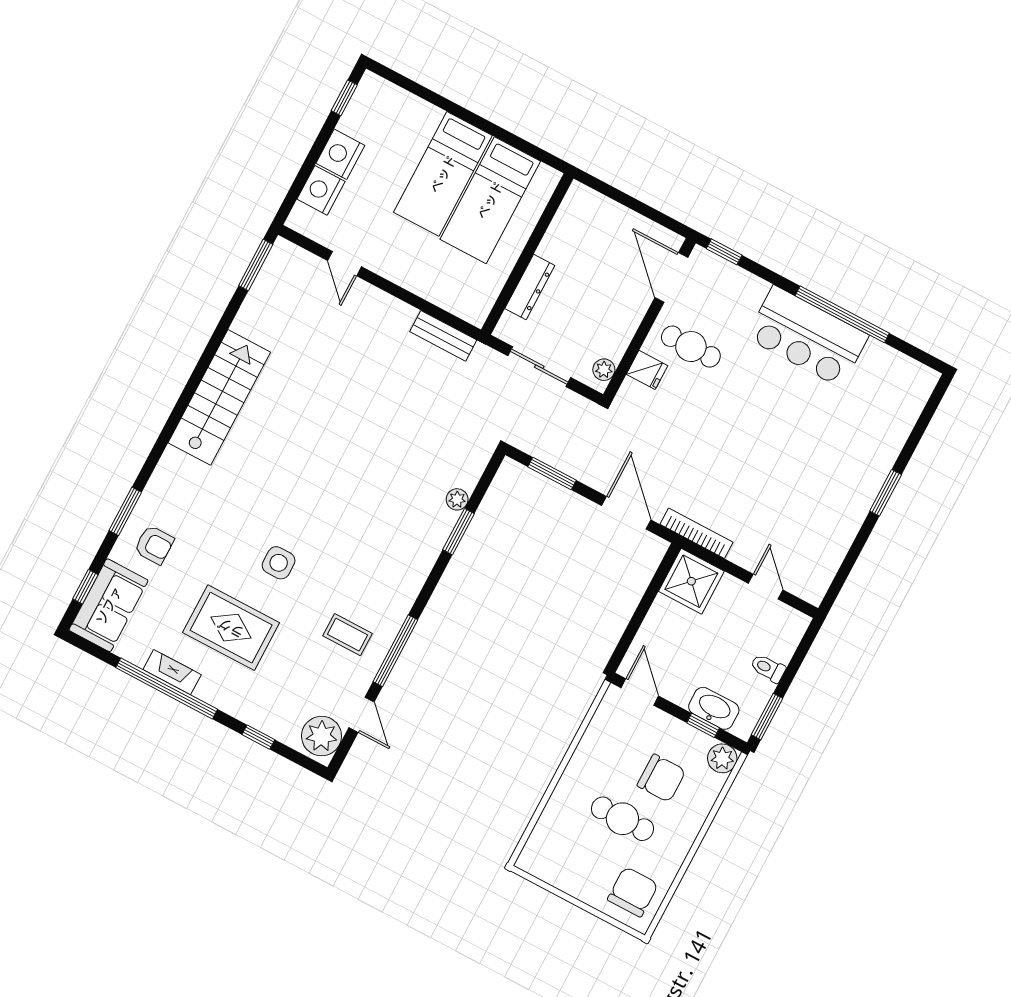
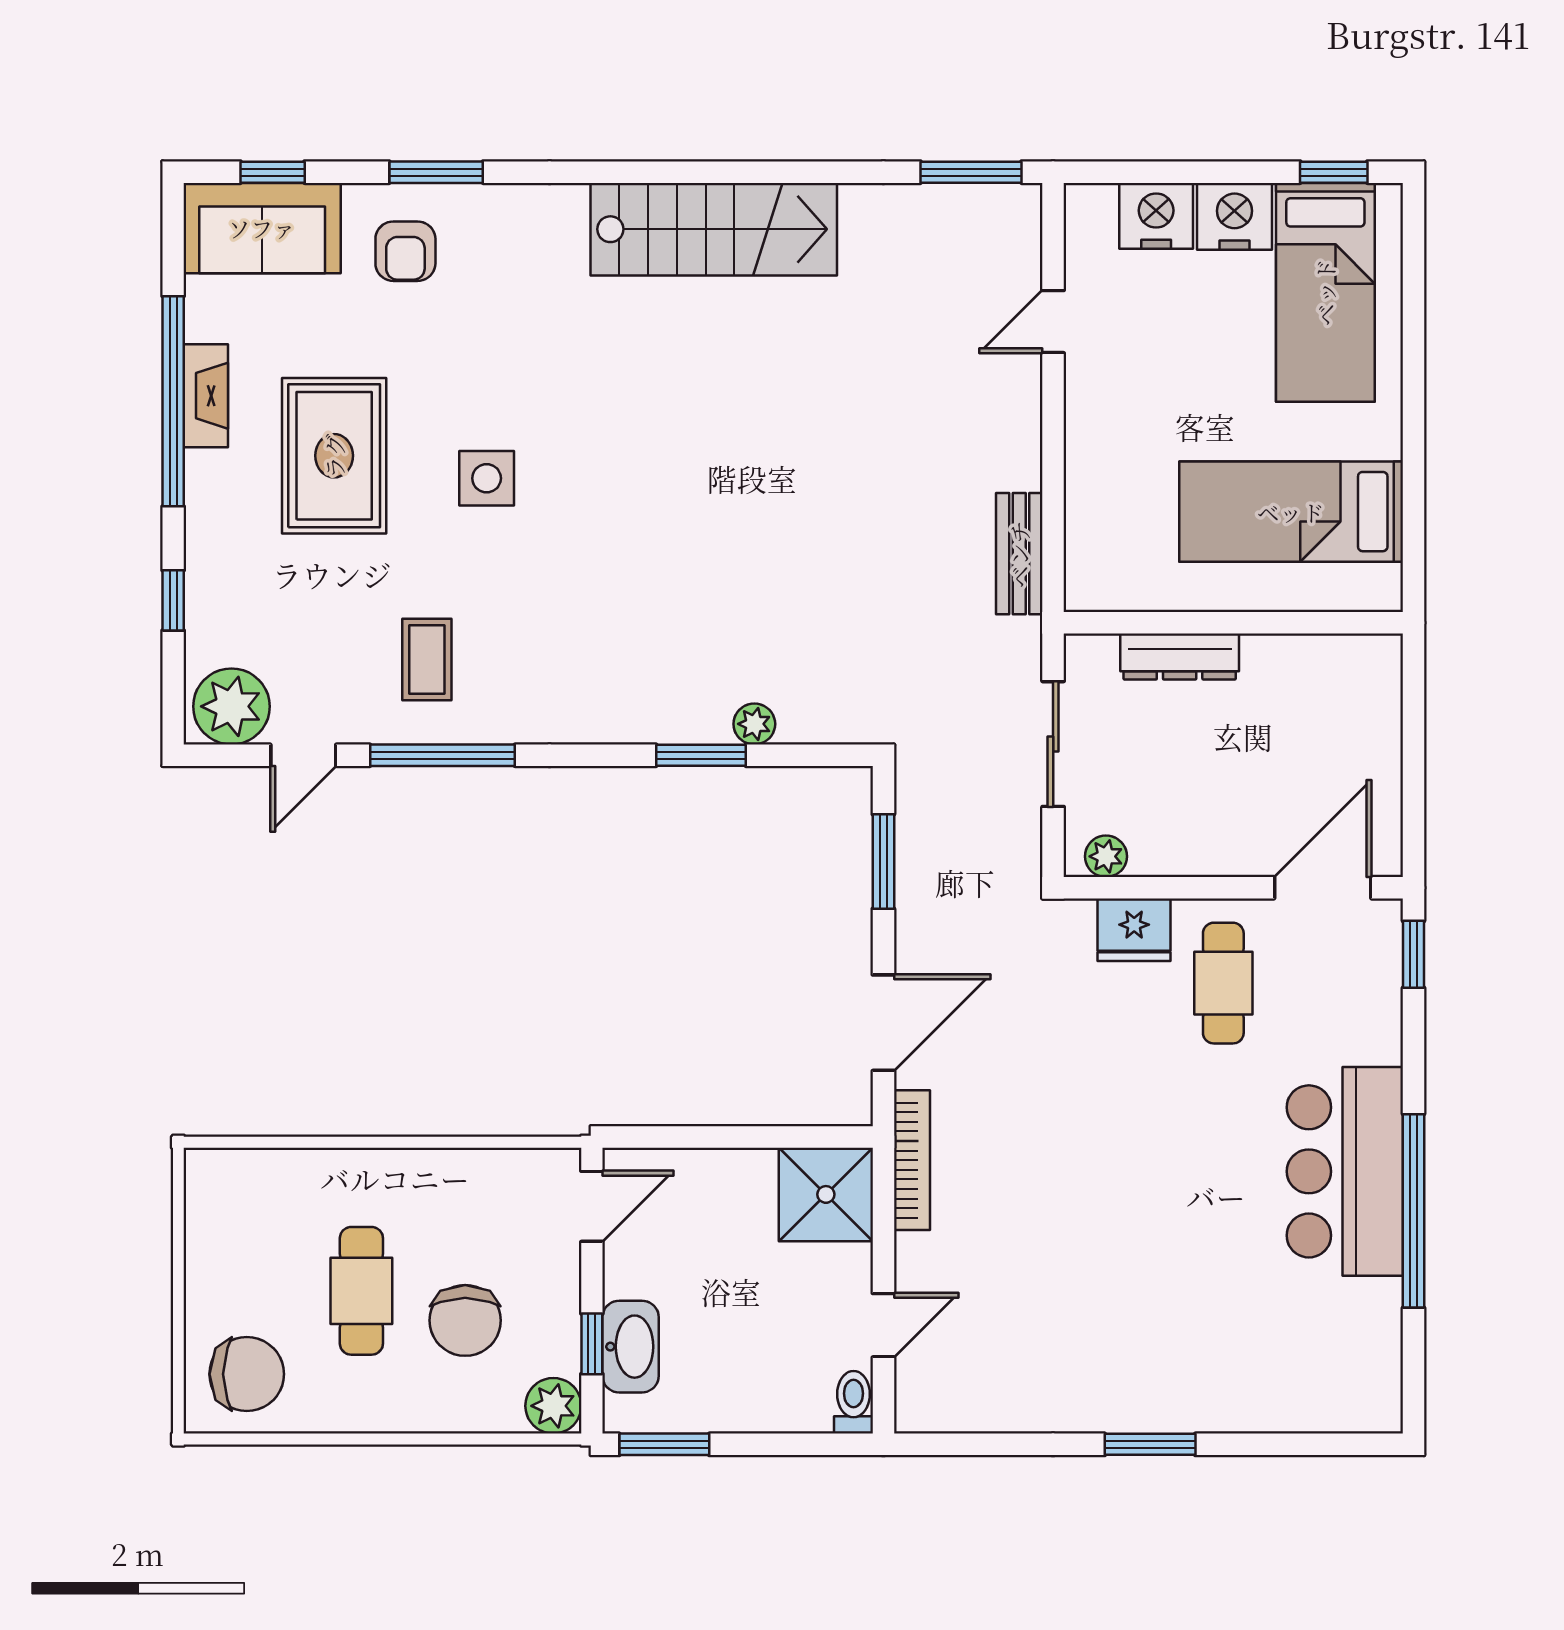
bed: (443, 174) -> (1325, 292), moved, turned -90
fridge: (647, 370) -> (1134, 930), width x1.38
toilet: (768, 668) -> (853, 1402), moved

